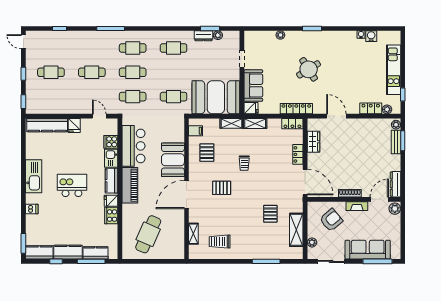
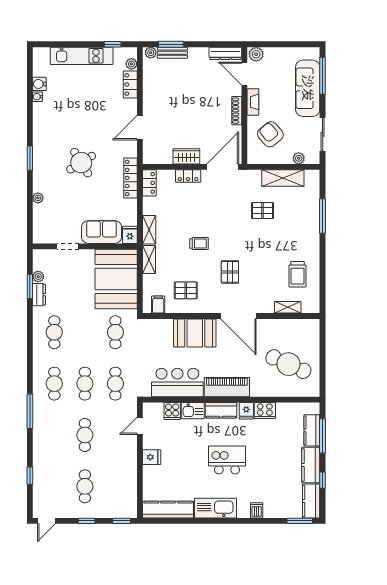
kitchen counter: (47, 125) -> (168, 510), moved, turned -90
wardrobe: (314, 142) -> (186, 156), moved
kitchen island: (72, 185) -> (227, 460), turned 90

